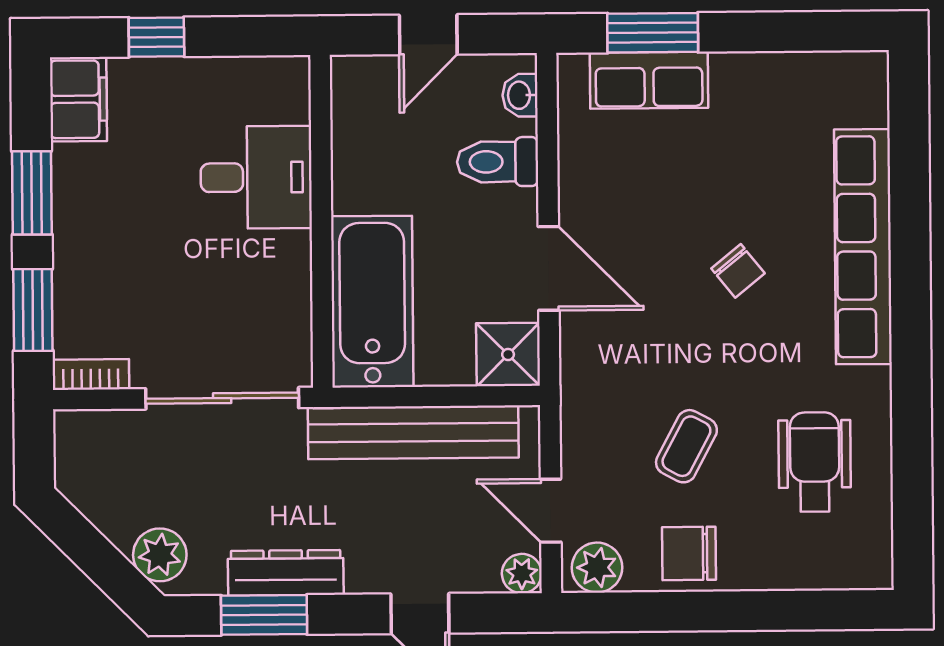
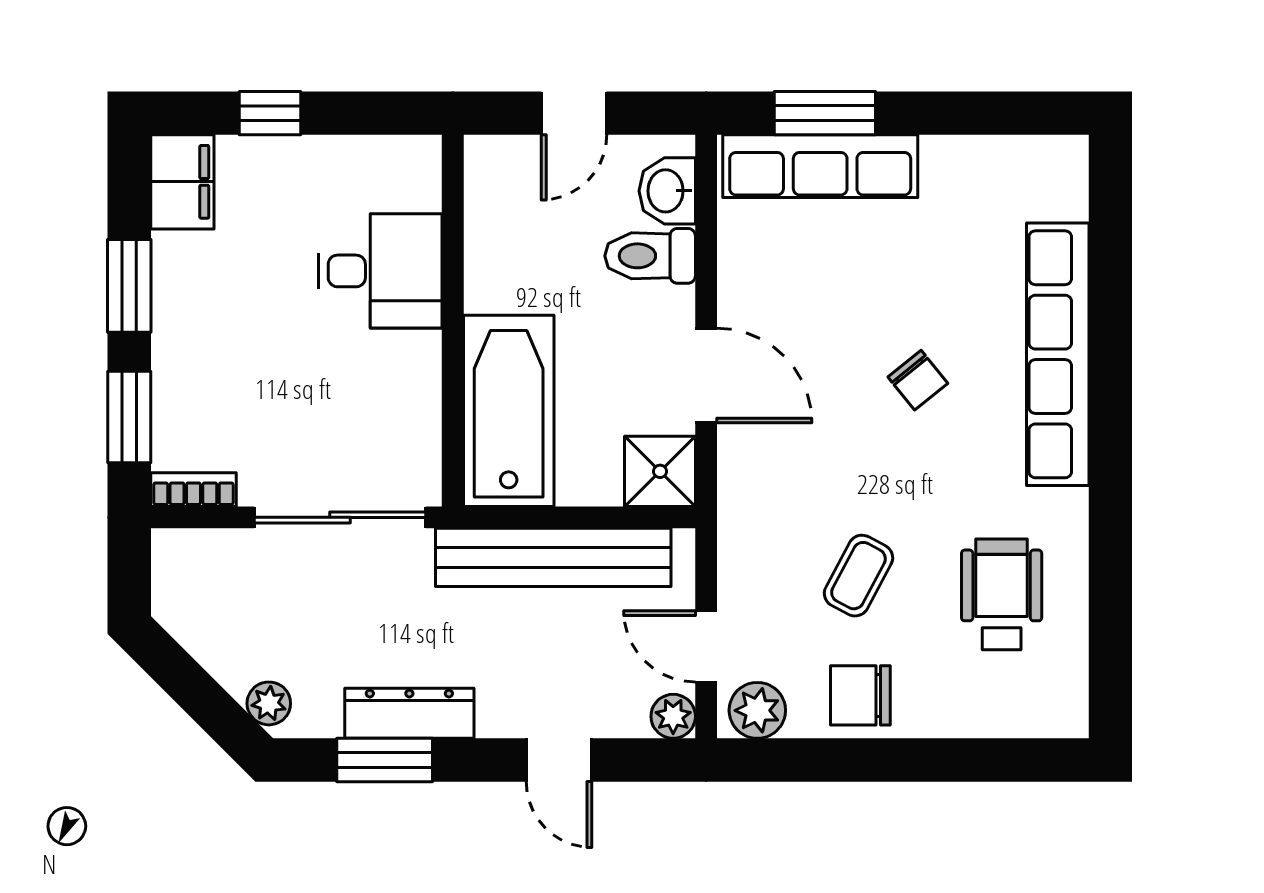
row of seats: (649, 80) -> (820, 166), width x1.48
washbasin: (520, 95) -> (667, 191), width x1.38, depth x1.45
plant: (160, 555) -> (269, 703), width x0.73, depth x0.73

